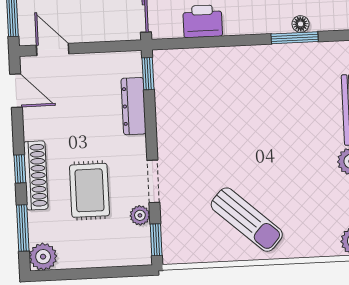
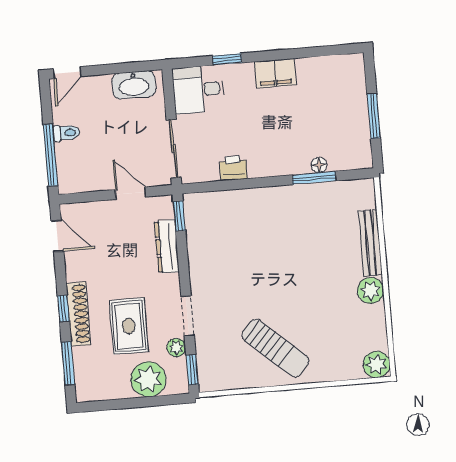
printer: (203, 21) -> (233, 168), width x0.73, depth x0.81
door: (53, 50) -> (130, 193), moved
plant: (43, 257) -> (148, 379), moved, width x1.36, depth x1.36

